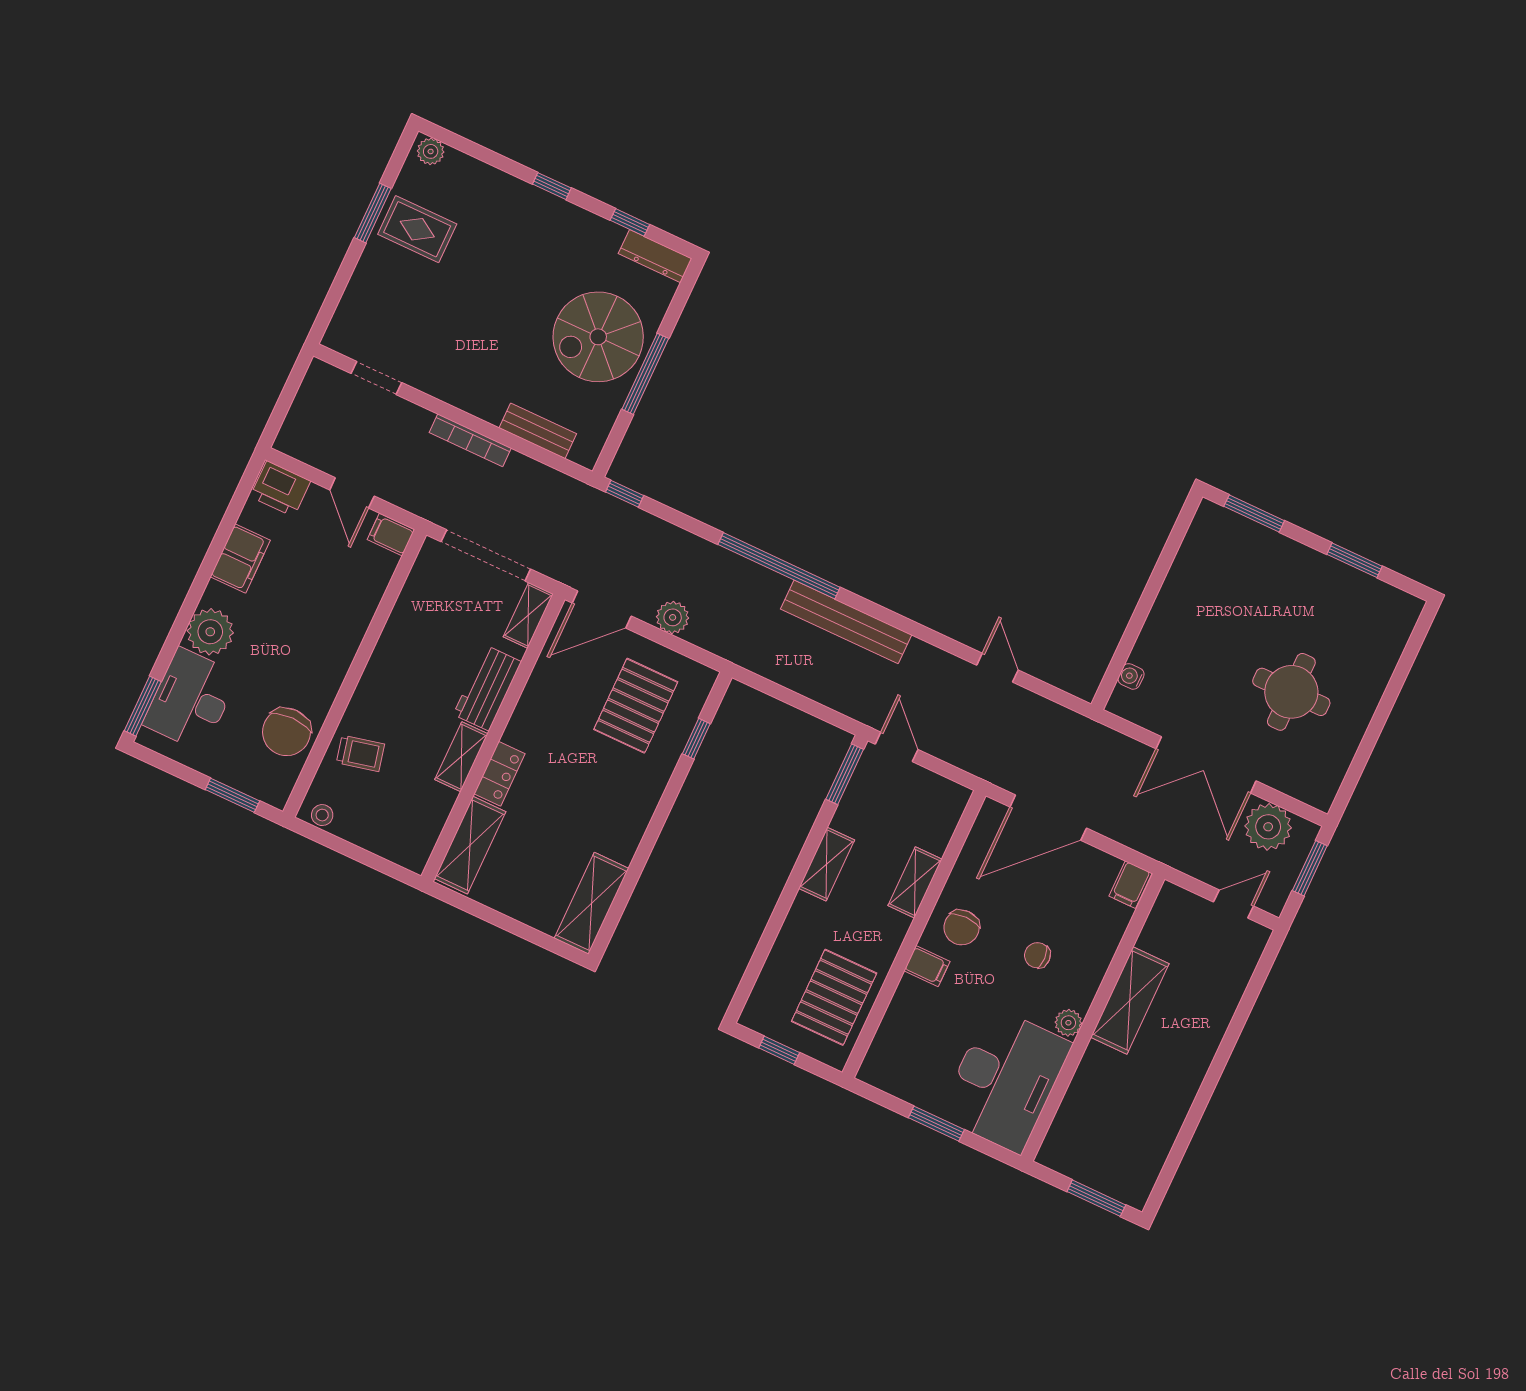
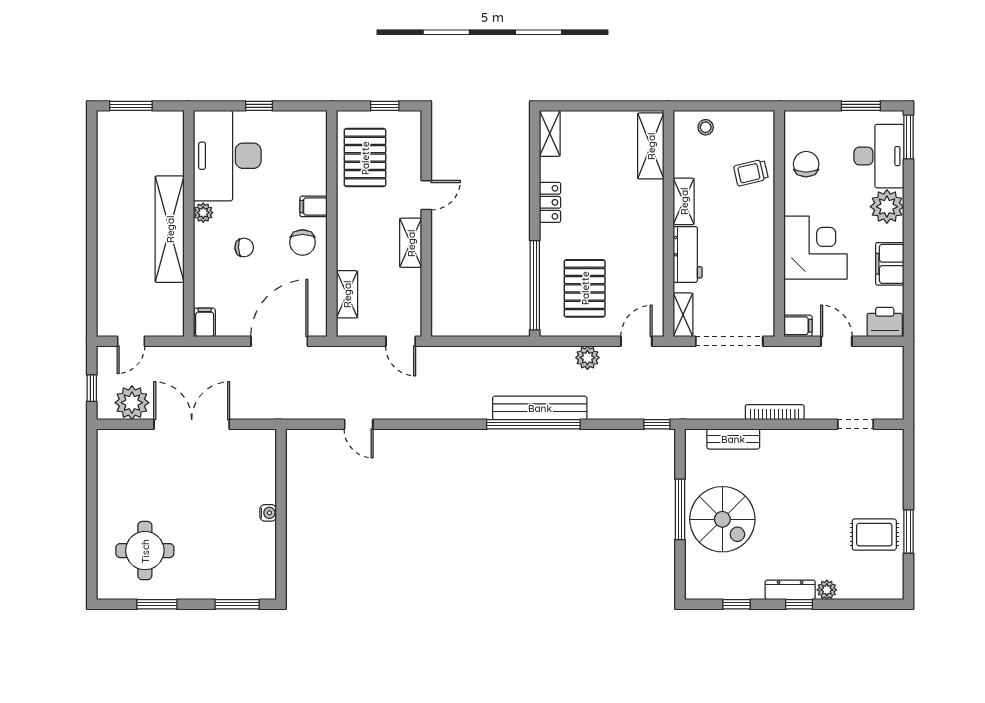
plant: (431, 151) -> (827, 590), moved
dresser: (655, 256) -> (790, 590), moved
spiral stairs: (598, 337) -> (722, 519), turned 90
door: (602, 609) -> (636, 341), width x0.73
corner desk: (324, 622) -> (815, 248), added
bench: (846, 622) -> (540, 408), moved
water cooler: (1131, 676) -> (268, 513), moved
round table: (1291, 692) -> (145, 551), moved
chair: (287, 732) -> (806, 164), width x0.73, depth x0.73
window: (696, 739) -> (535, 285), width x3.17
locker: (500, 774) -> (550, 202), moved, turned 180
window: (845, 774) -> (426, 307), removed
window: (232, 795) -> (861, 106), moved
stool: (322, 815) -> (706, 127), moved
window: (1310, 868) -> (92, 388), width x0.67
shelving: (915, 882) -> (347, 294), moved
shelving: (592, 903) -> (550, 133), width x0.67, depth x0.75
door: (779, 914) -> (426, 195), added
chair: (962, 927) -> (303, 242), turned 180
shelving: (1130, 1000) -> (170, 229), width x1.47
window: (936, 1124) -> (259, 106), width x0.67

